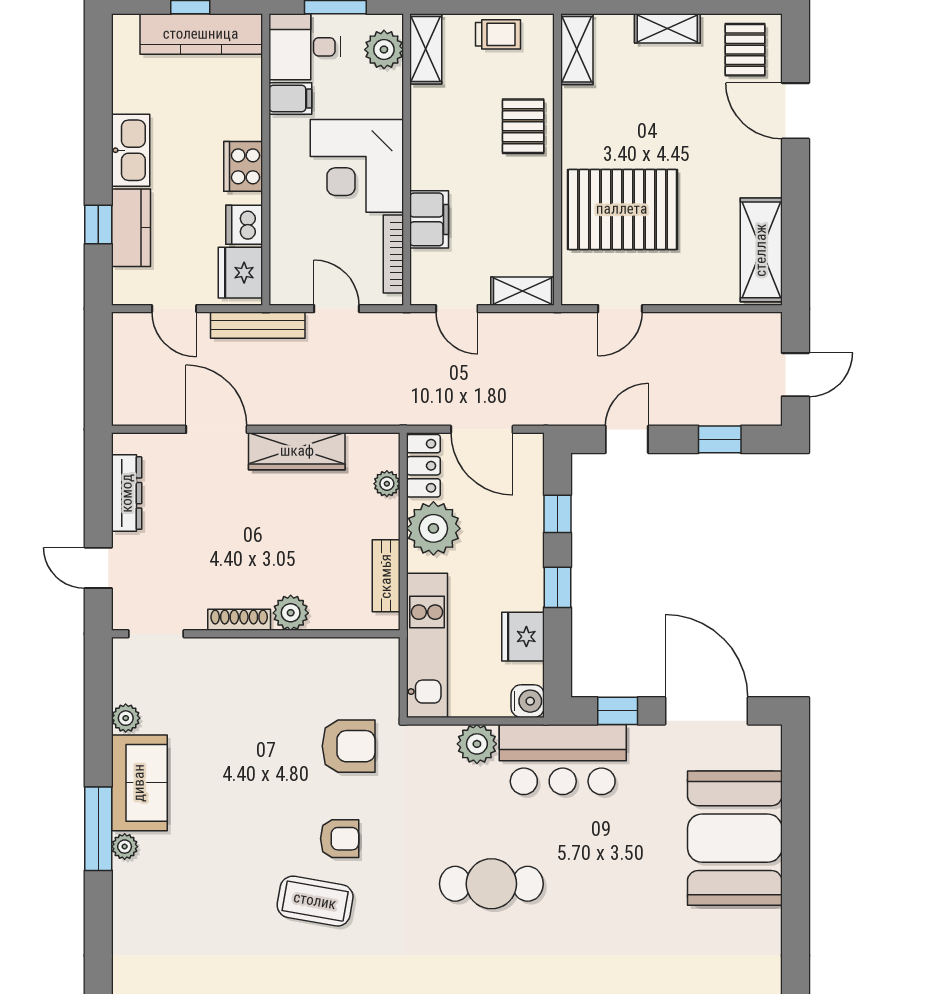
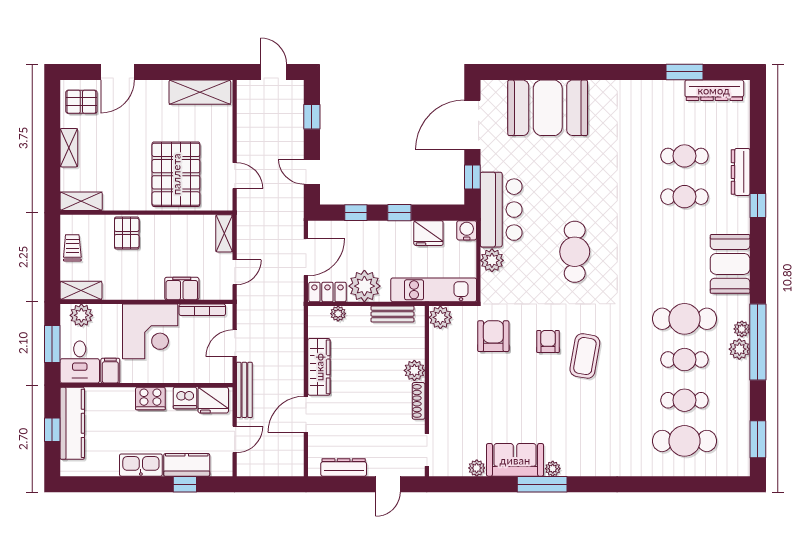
pallet: (523, 126) -> (127, 233), turned 90
plant: (380, 657) -> (440, 317), added

